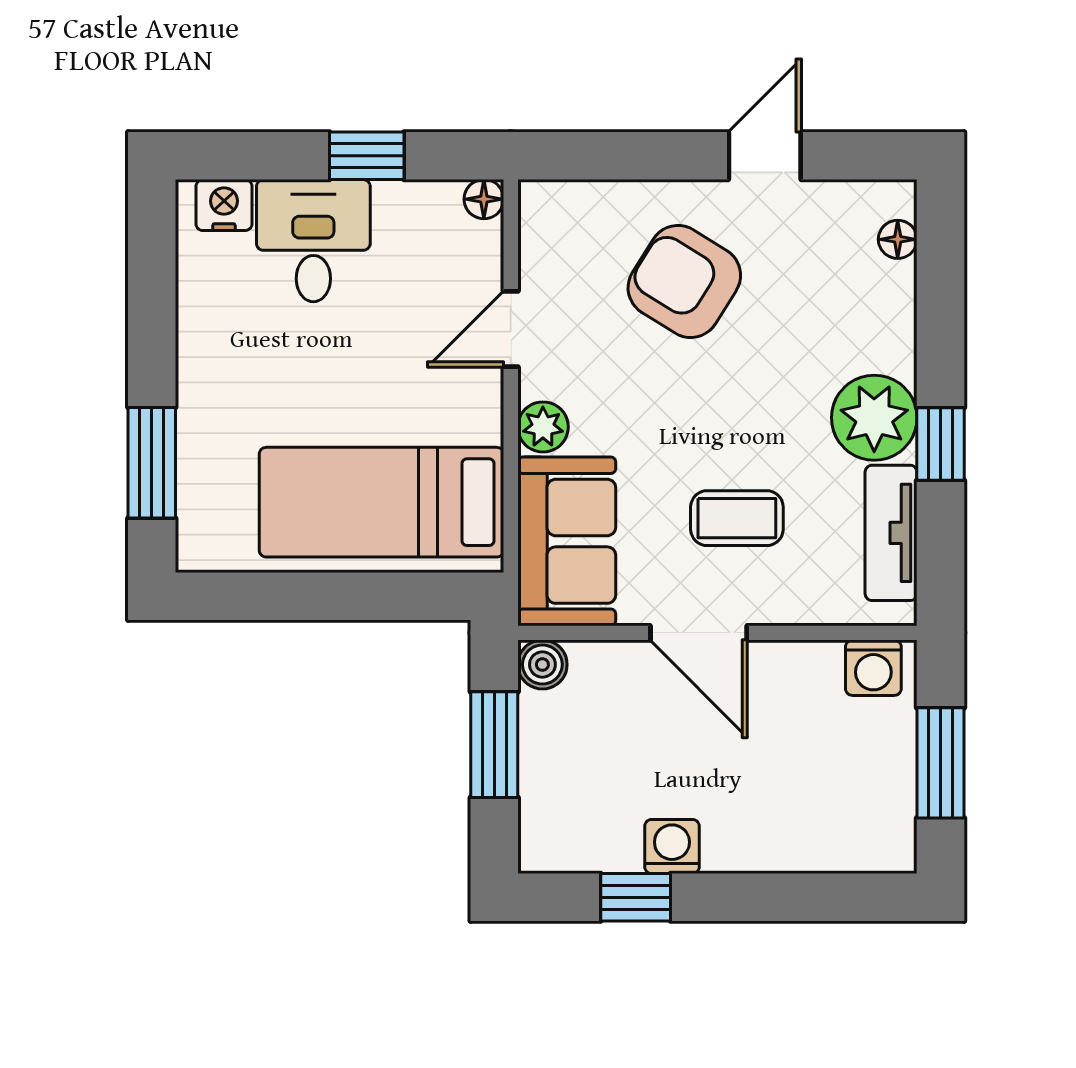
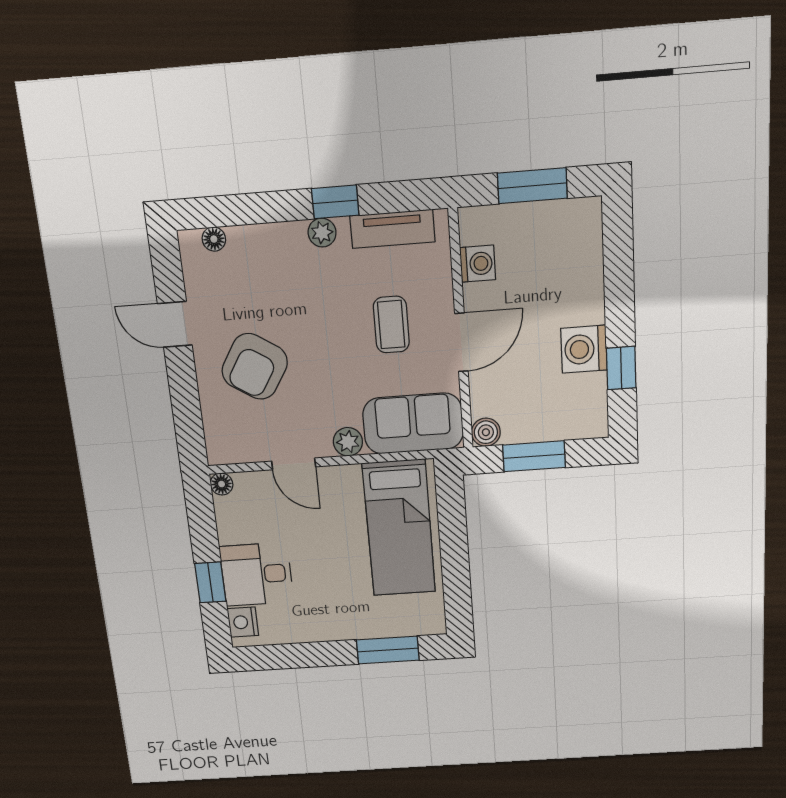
window: (367, 156) -> (210, 582), moved
plant: (874, 418) -> (322, 233), width x0.53, depth x0.53
washing machine: (873, 668) -> (478, 264), moved
washing machine: (672, 847) -> (584, 349), width x1.38, depth x1.38

